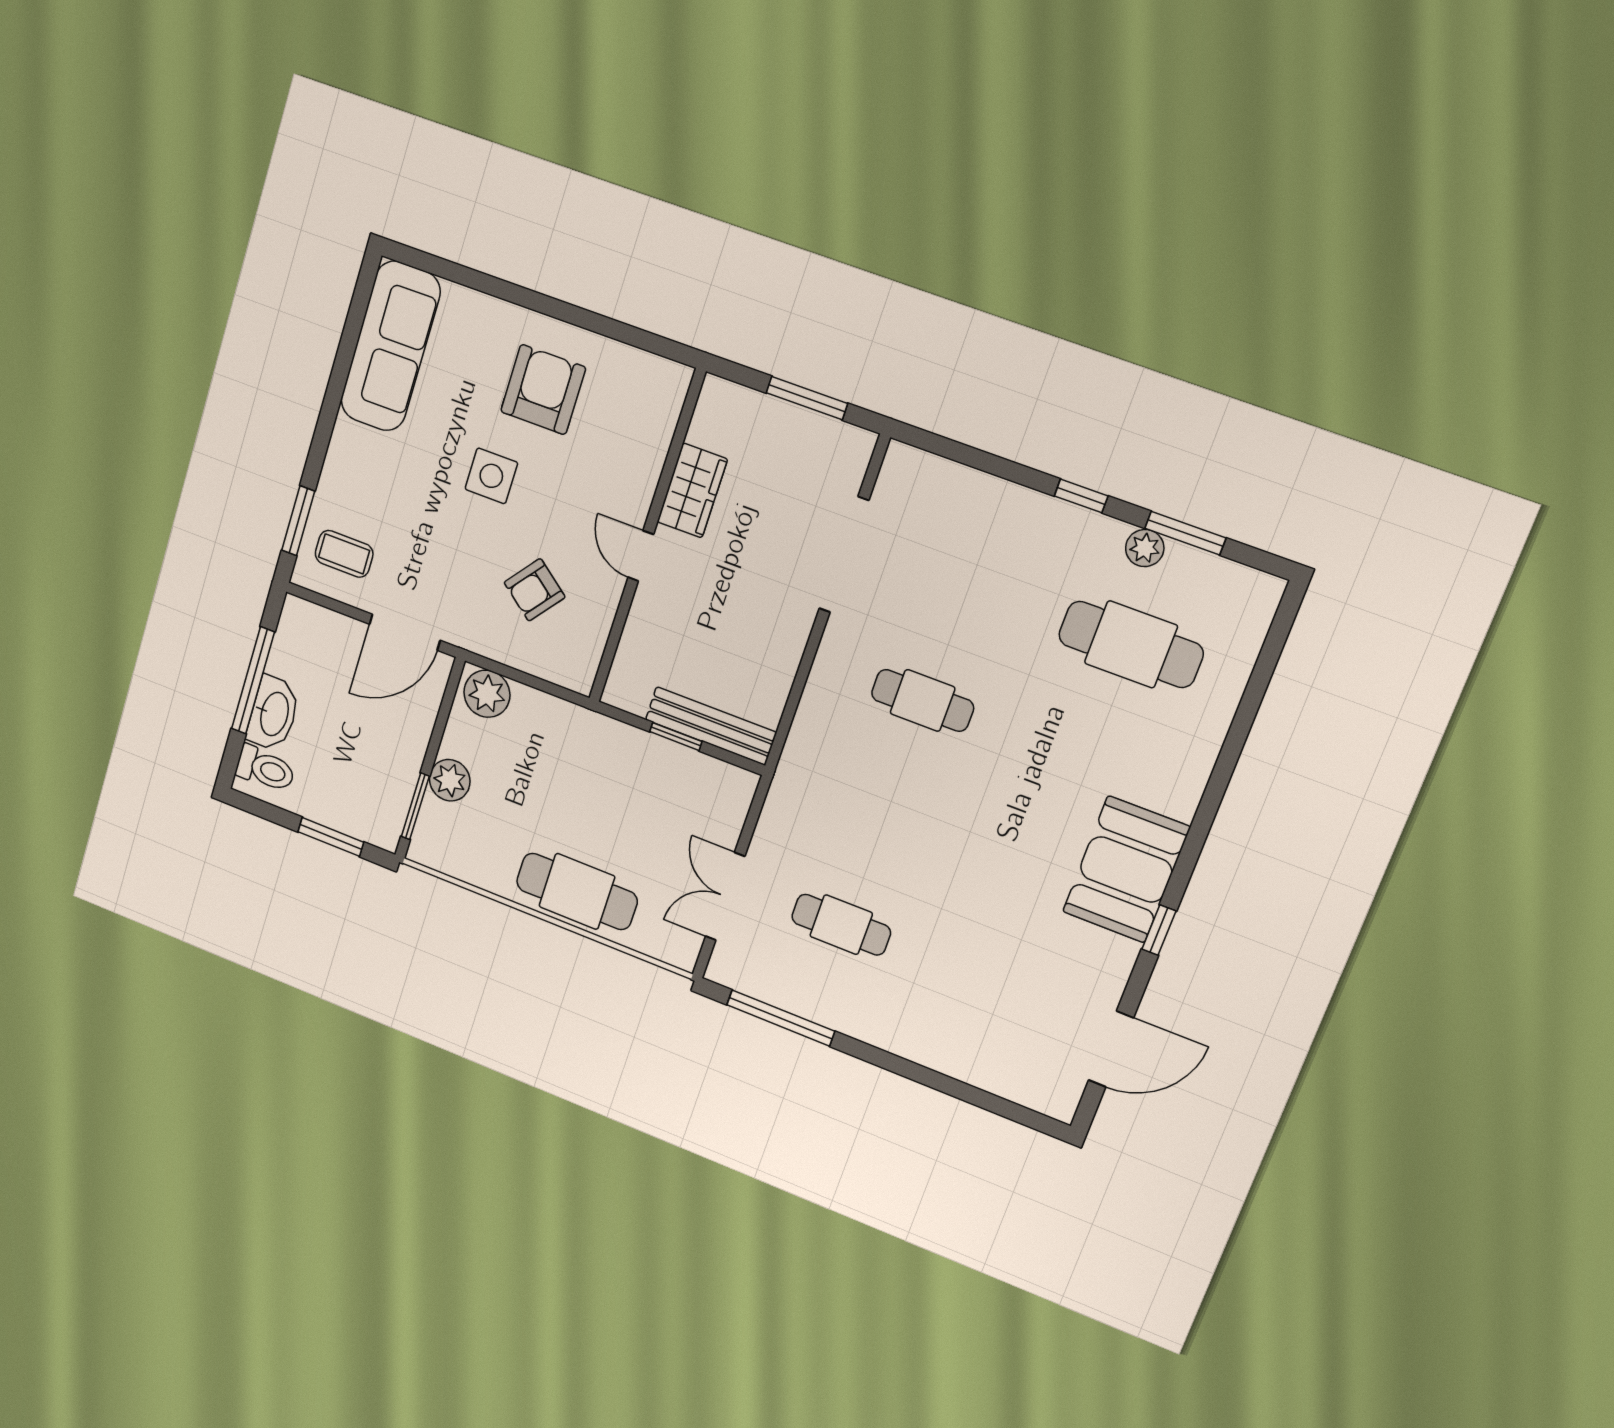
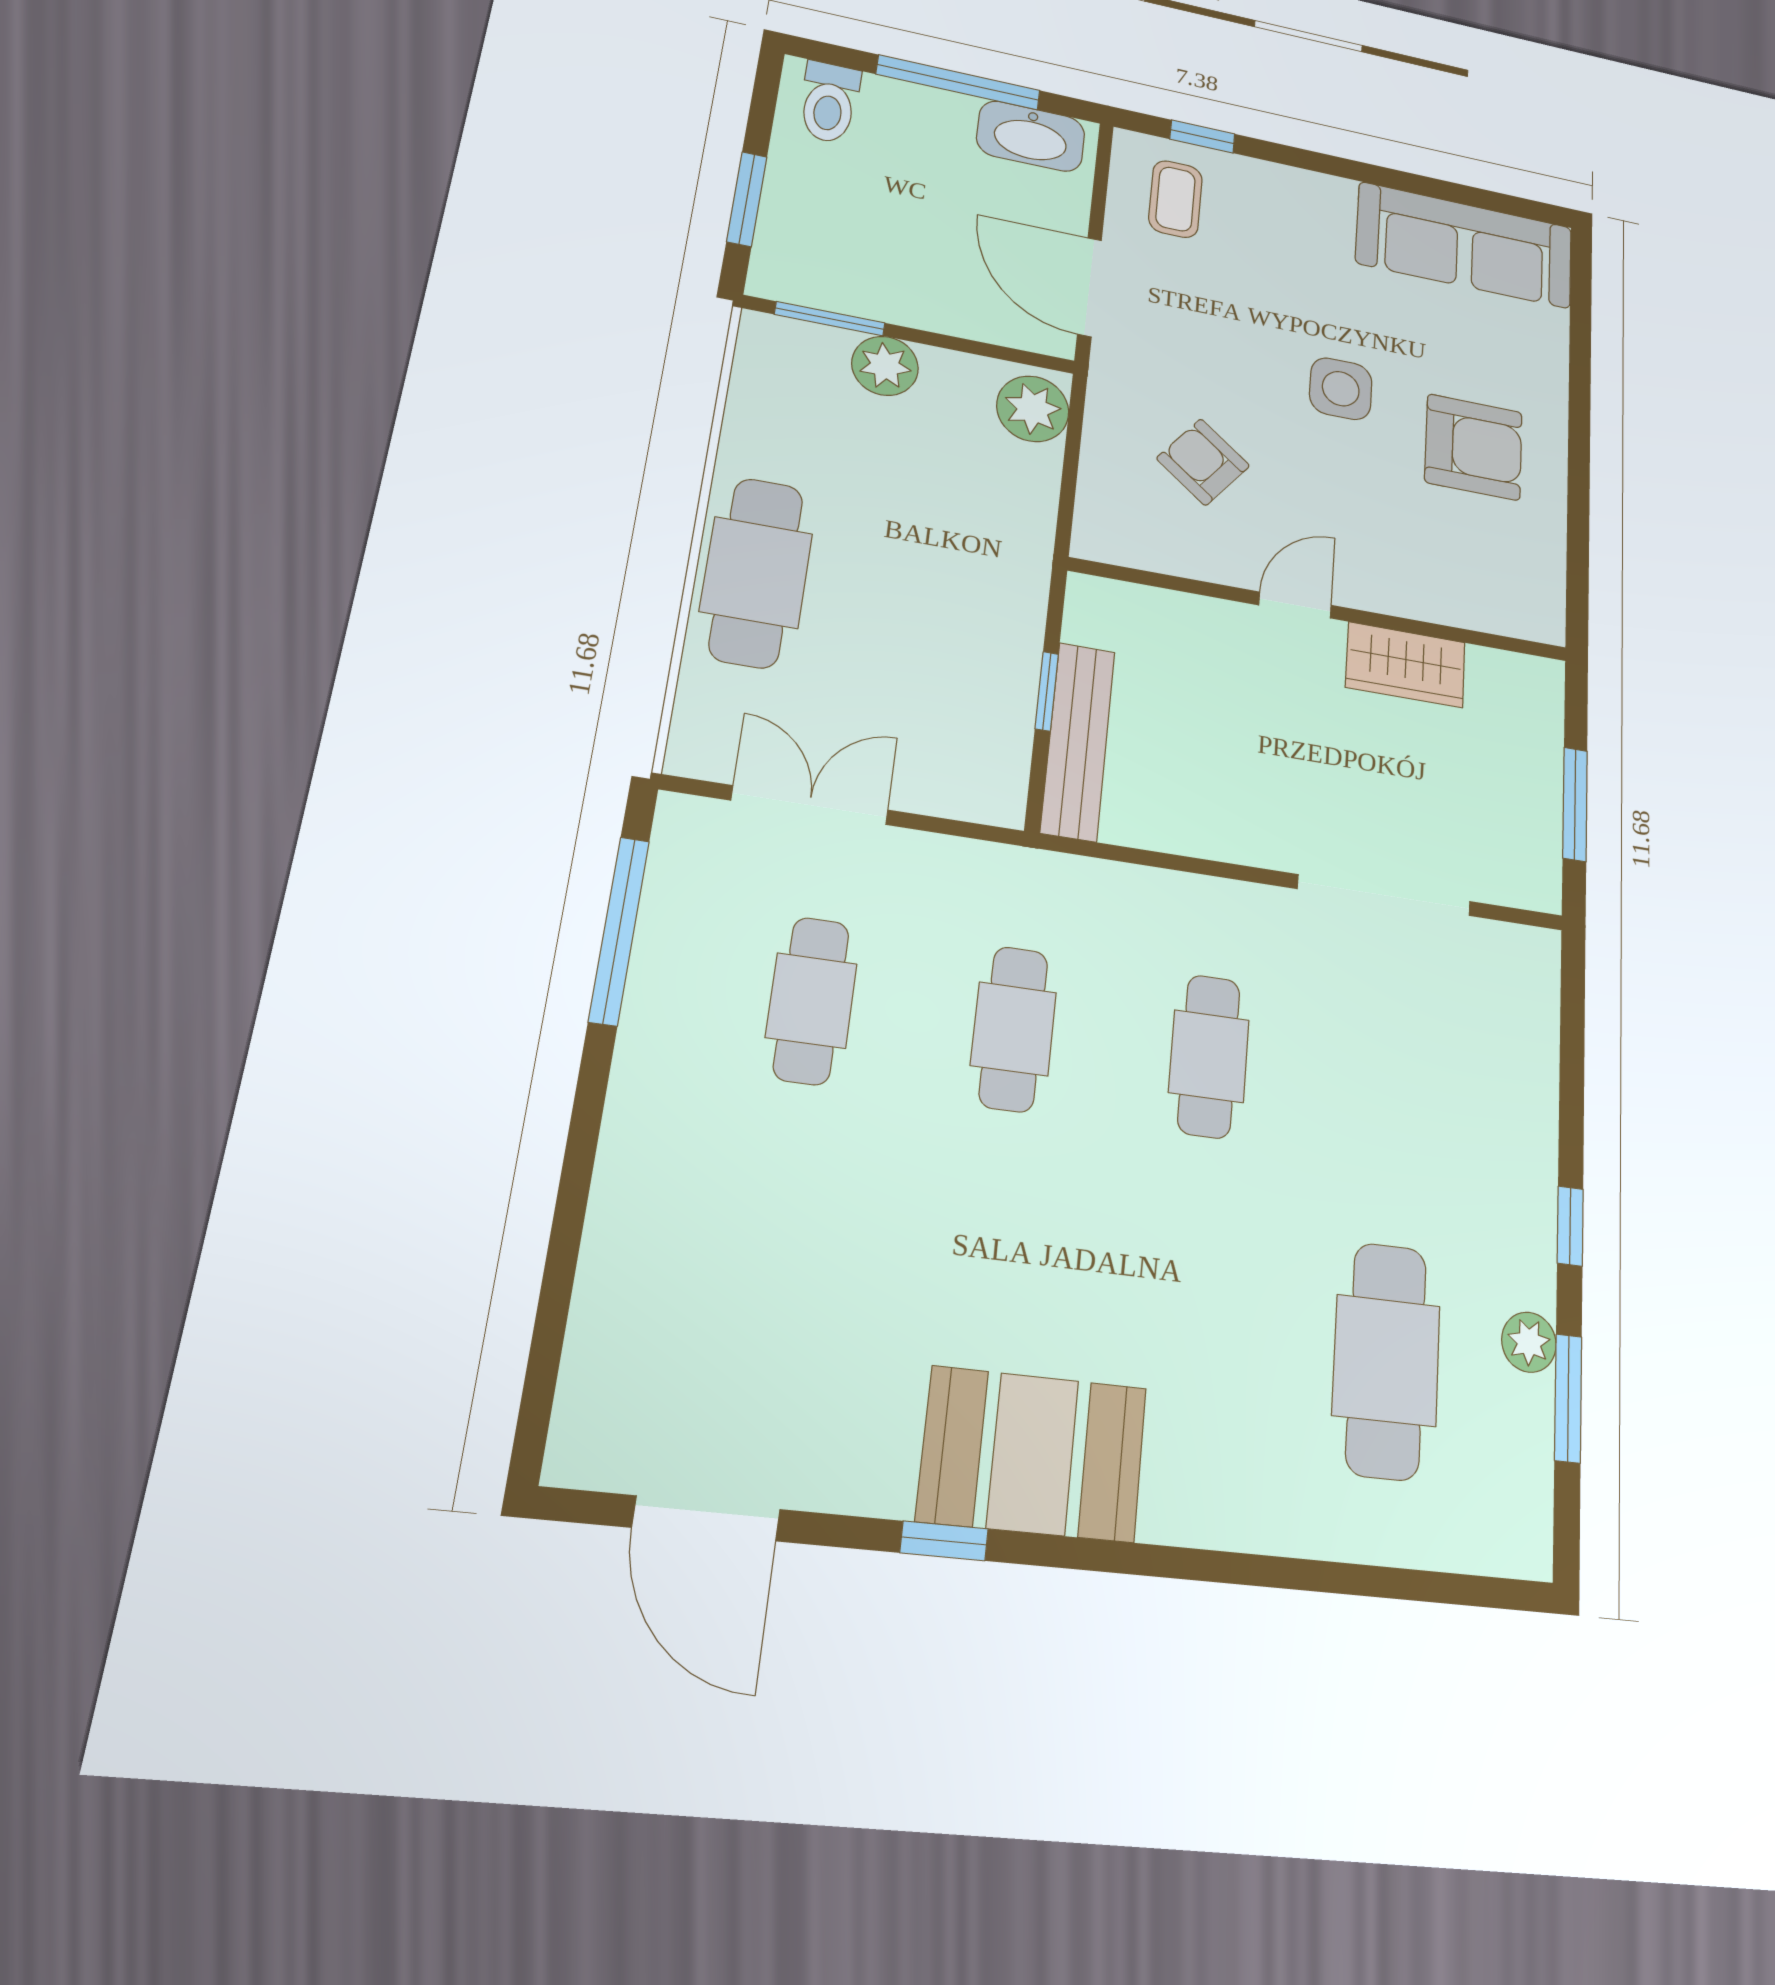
window: (298, 521) -> (1202, 137), width x0.67
washbasin: (273, 714) -> (1031, 136), moved
cafe table: (881, 814) -> (1014, 1029), added

